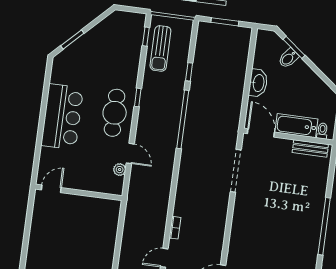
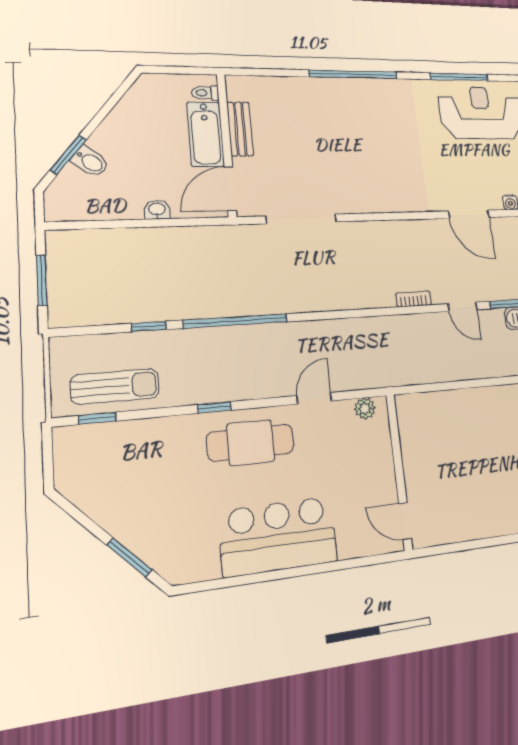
washbasin: (258, 83) -> (157, 210), width x0.52, depth x0.69
bench: (310, 148) -> (240, 129), moved
plant: (120, 170) -> (365, 408), moved

